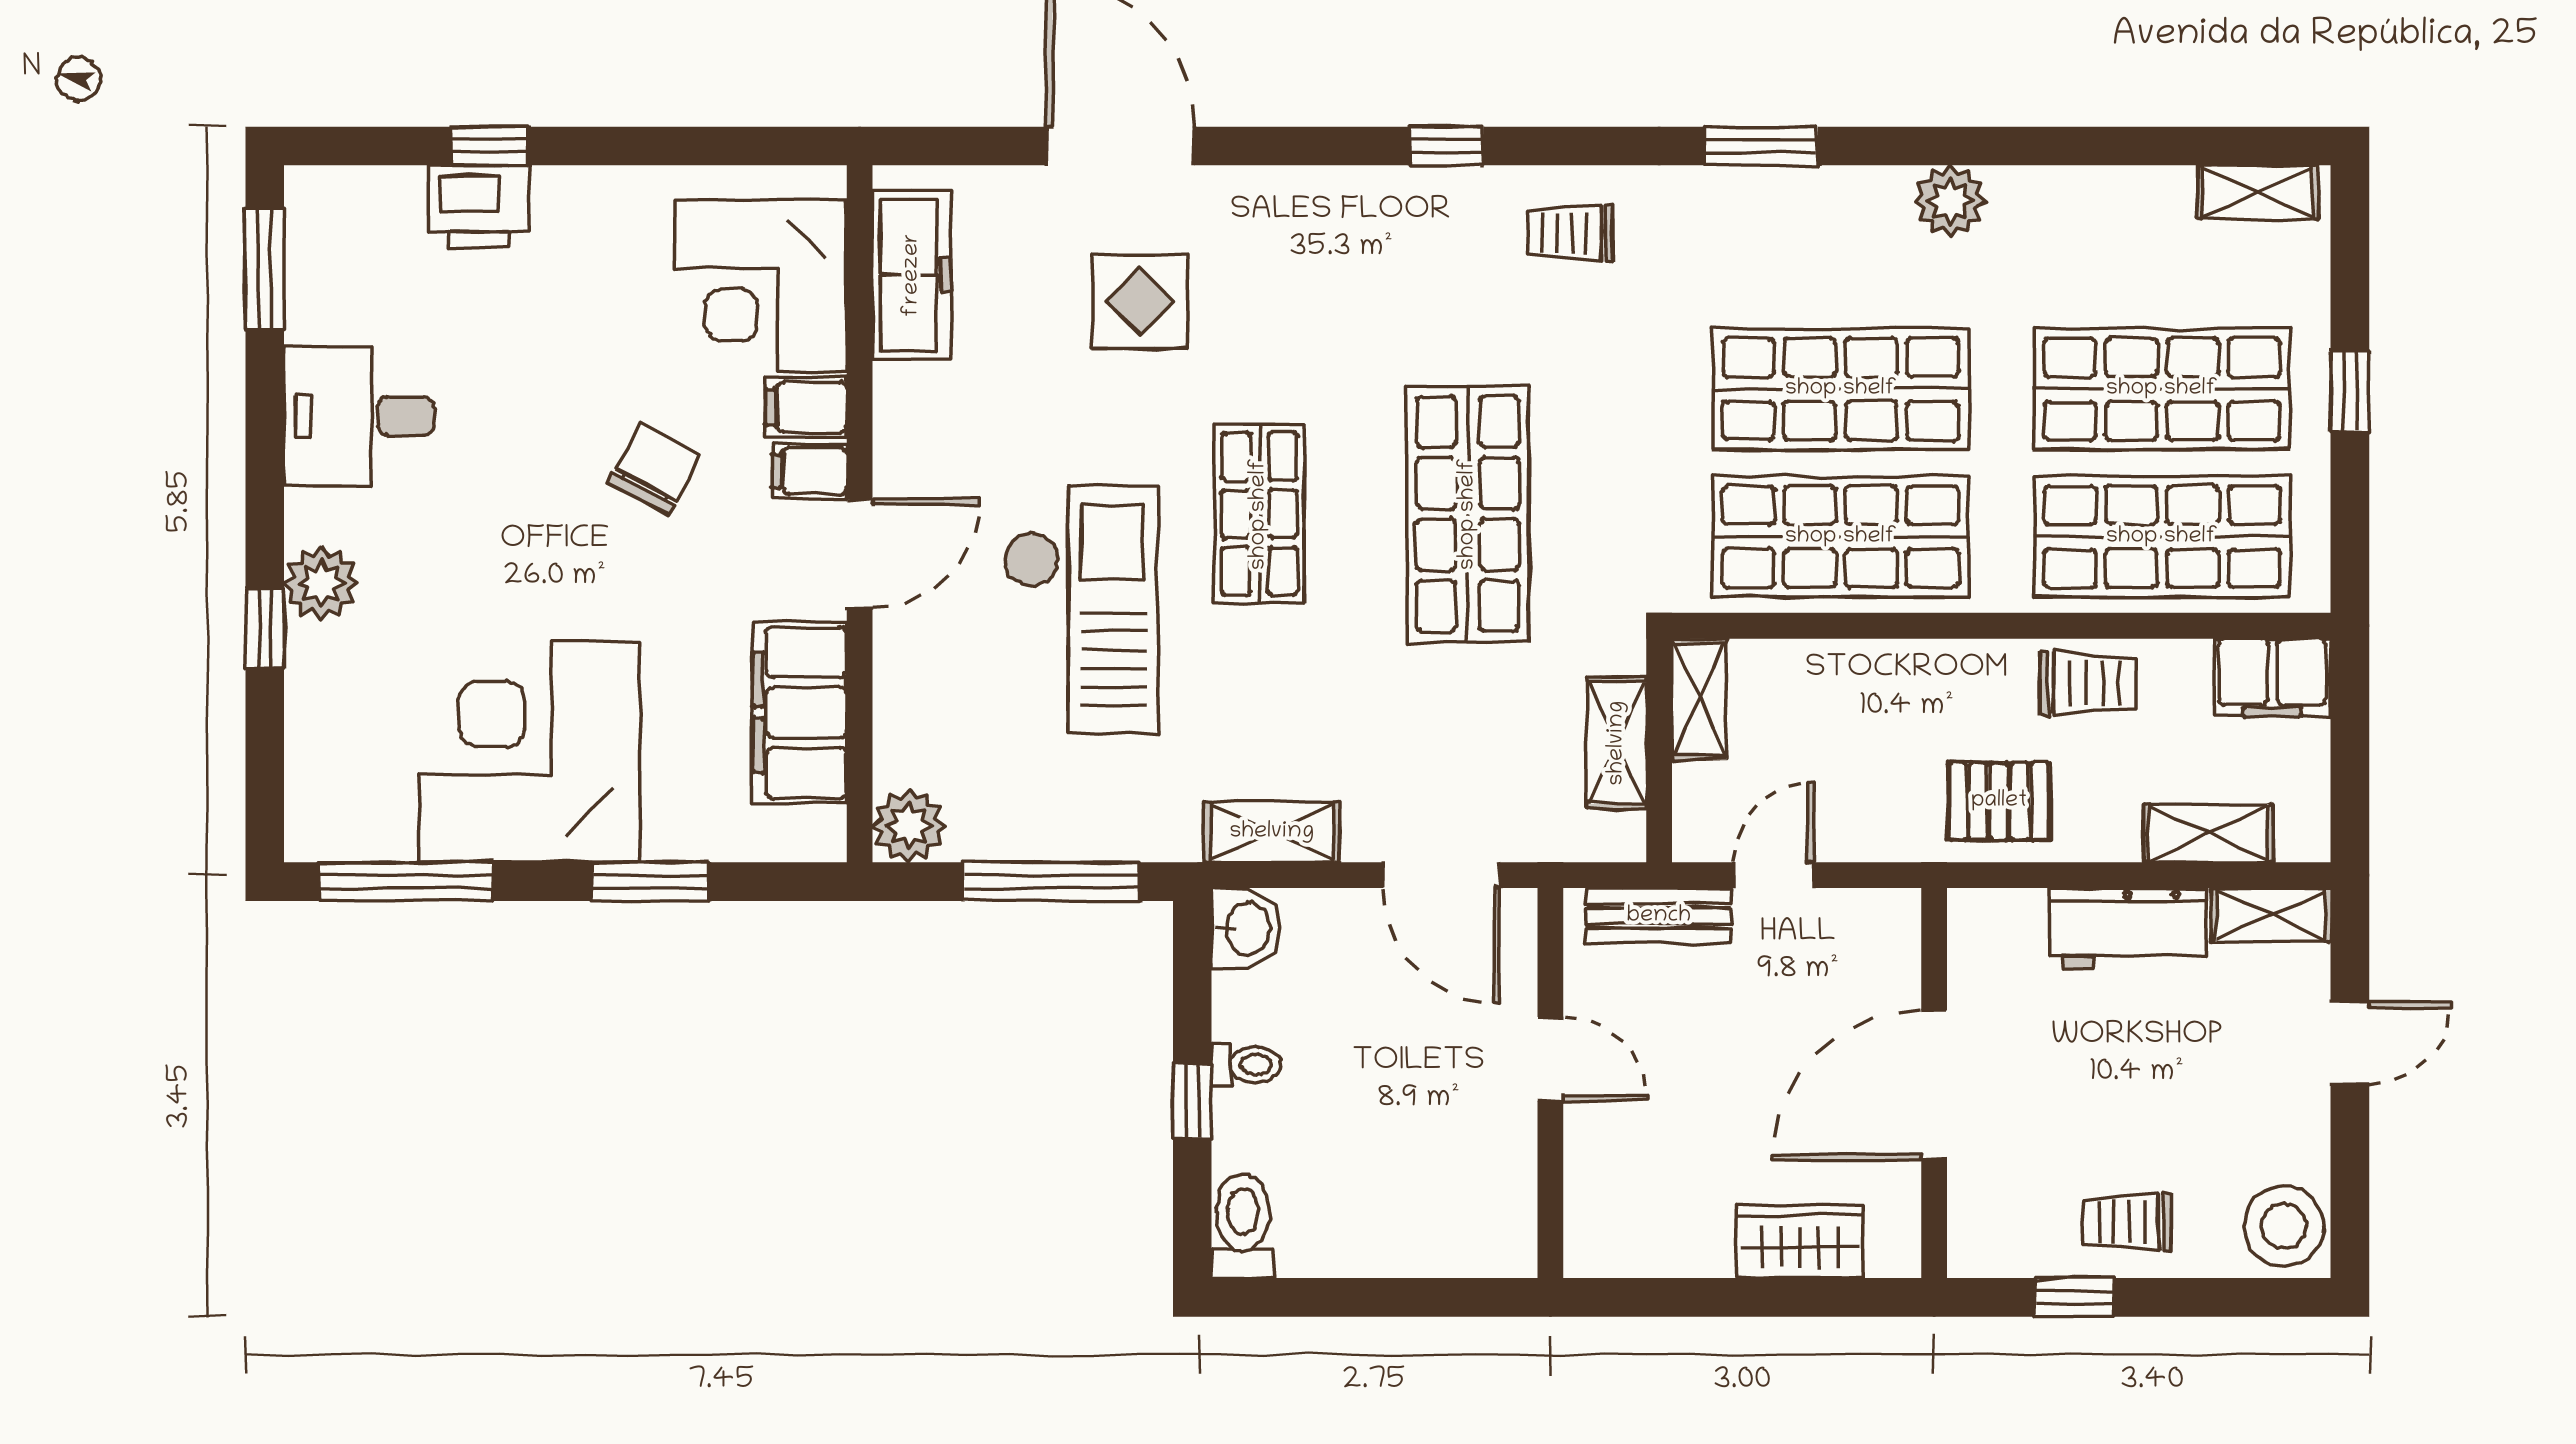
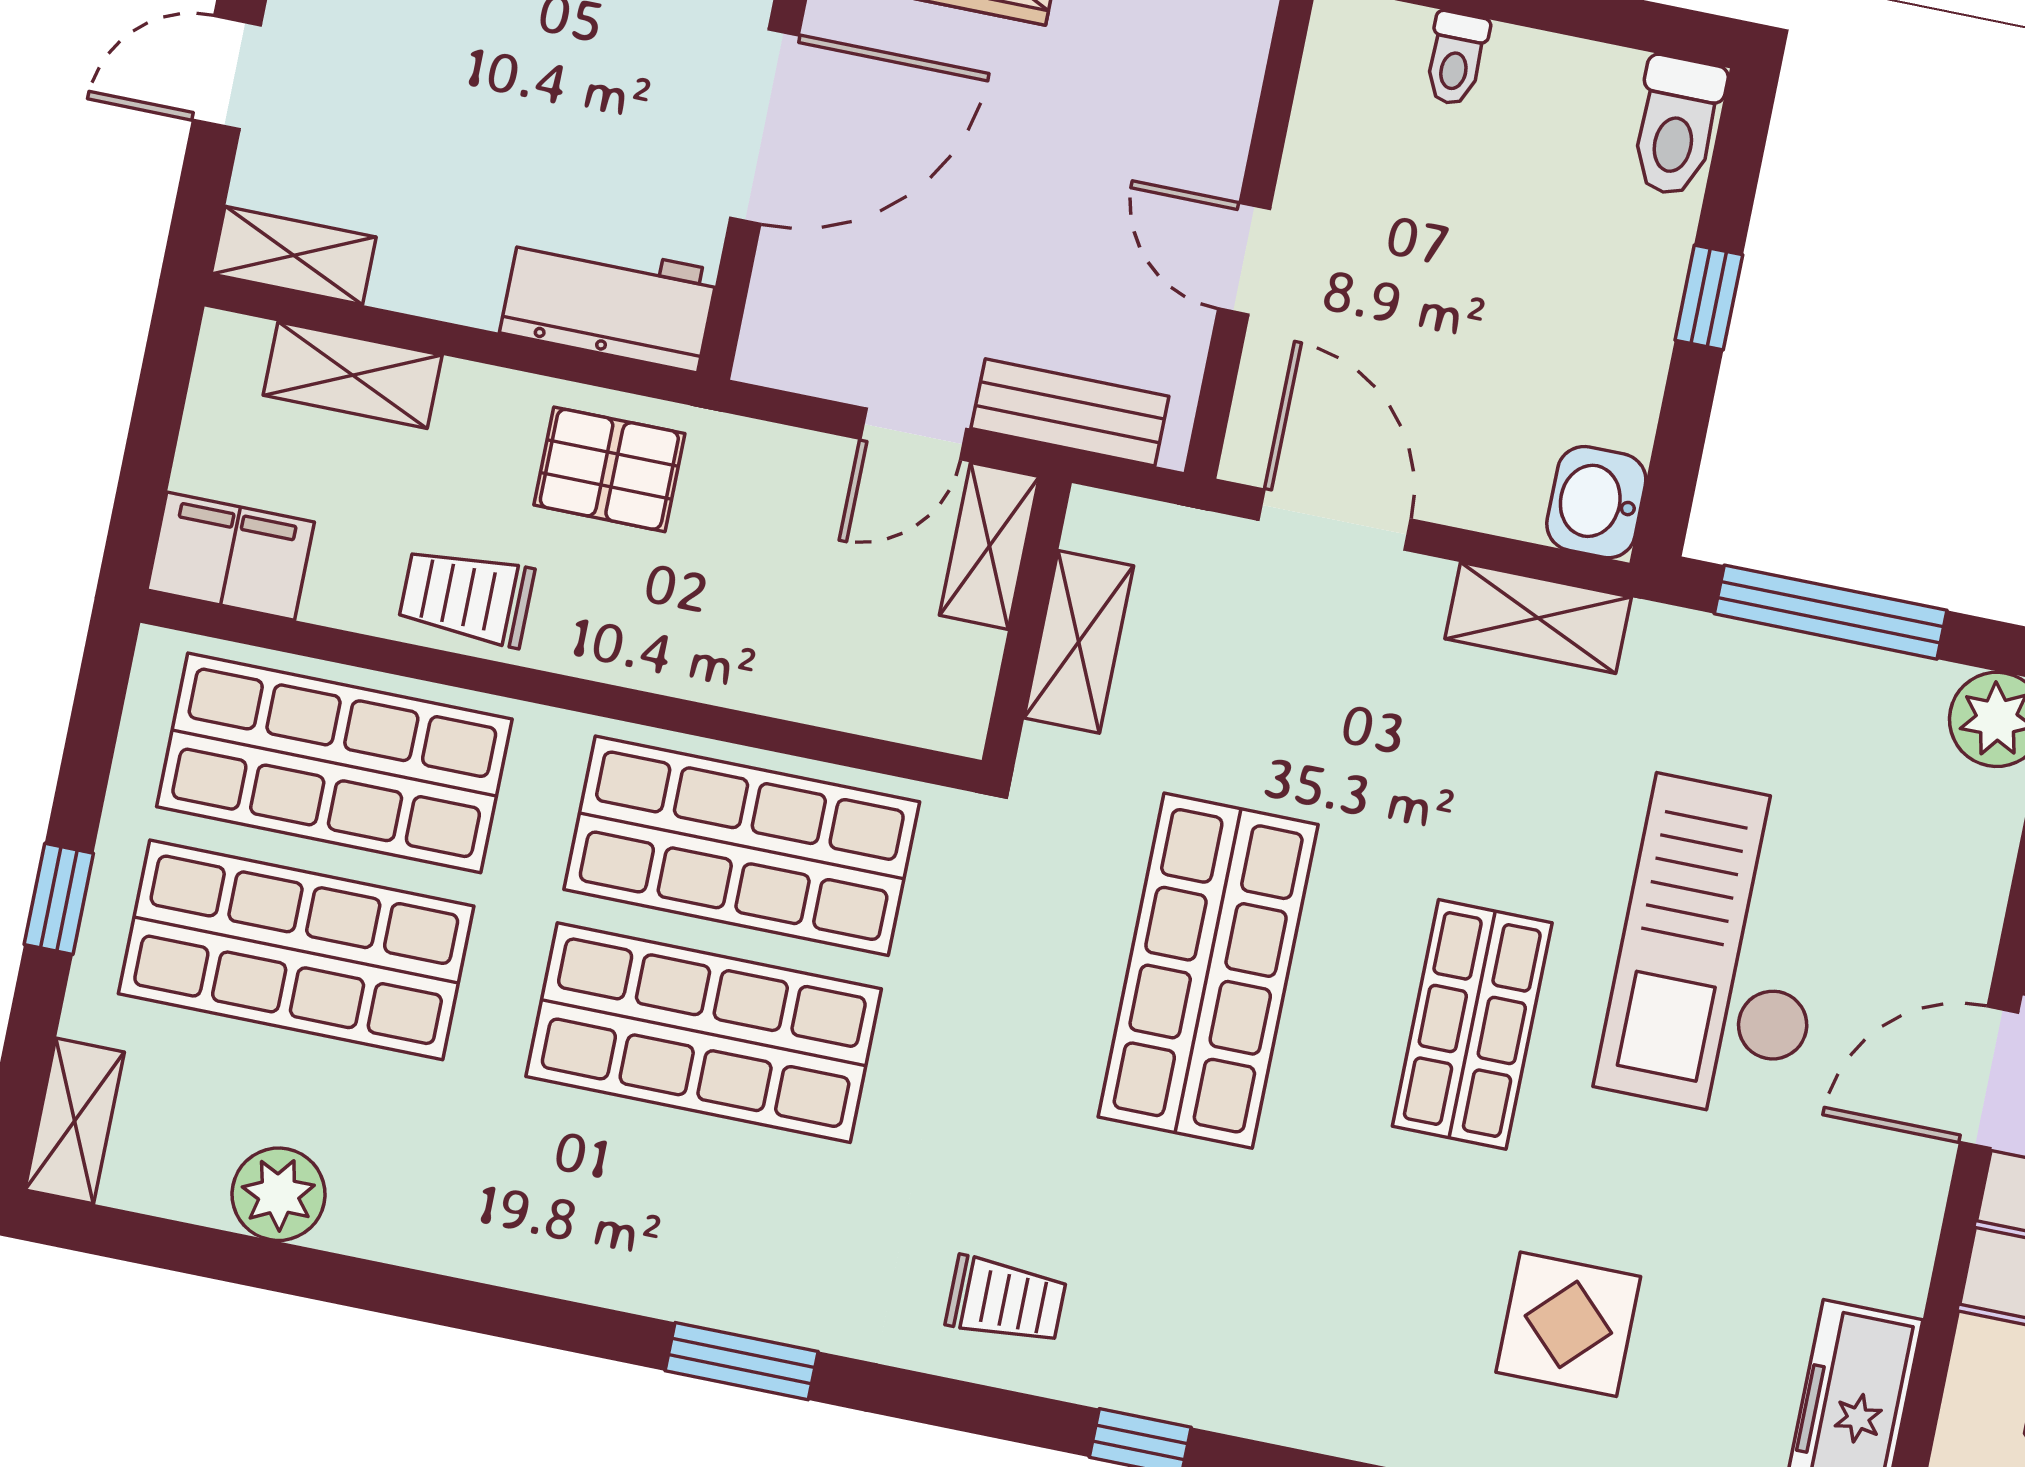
shelving: (2258, 192) -> (75, 1121), moved, turned 90
plant: (1950, 201) -> (279, 1194), moved
shelving: (1699, 699) -> (989, 546), moved
workbench: (2128, 928) -> (609, 302), moved
toilet: (1246, 1065) -> (1456, 58), moved, turned -90

